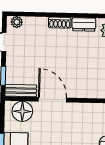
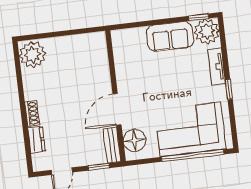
plant: (17, 22) -> (38, 160), removed
dresser: (84, 24) -> (36, 140), moved

